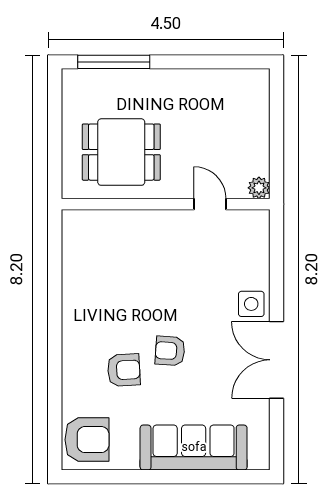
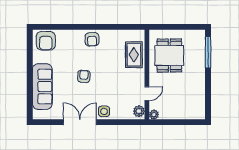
plant: (251, 223) -> (139, 111), added
rug: (119, 234) -> (134, 55), added
armchair: (124, 370) -> (92, 39), moved

